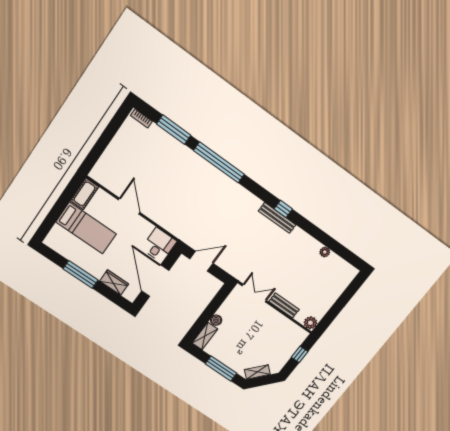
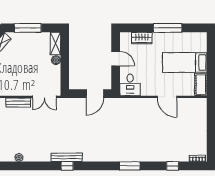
window: (174, 130) -> (173, 166), width x0.46
window: (219, 162) -> (130, 166), width x0.47
door: (155, 281) -> (116, 59), width x0.53

